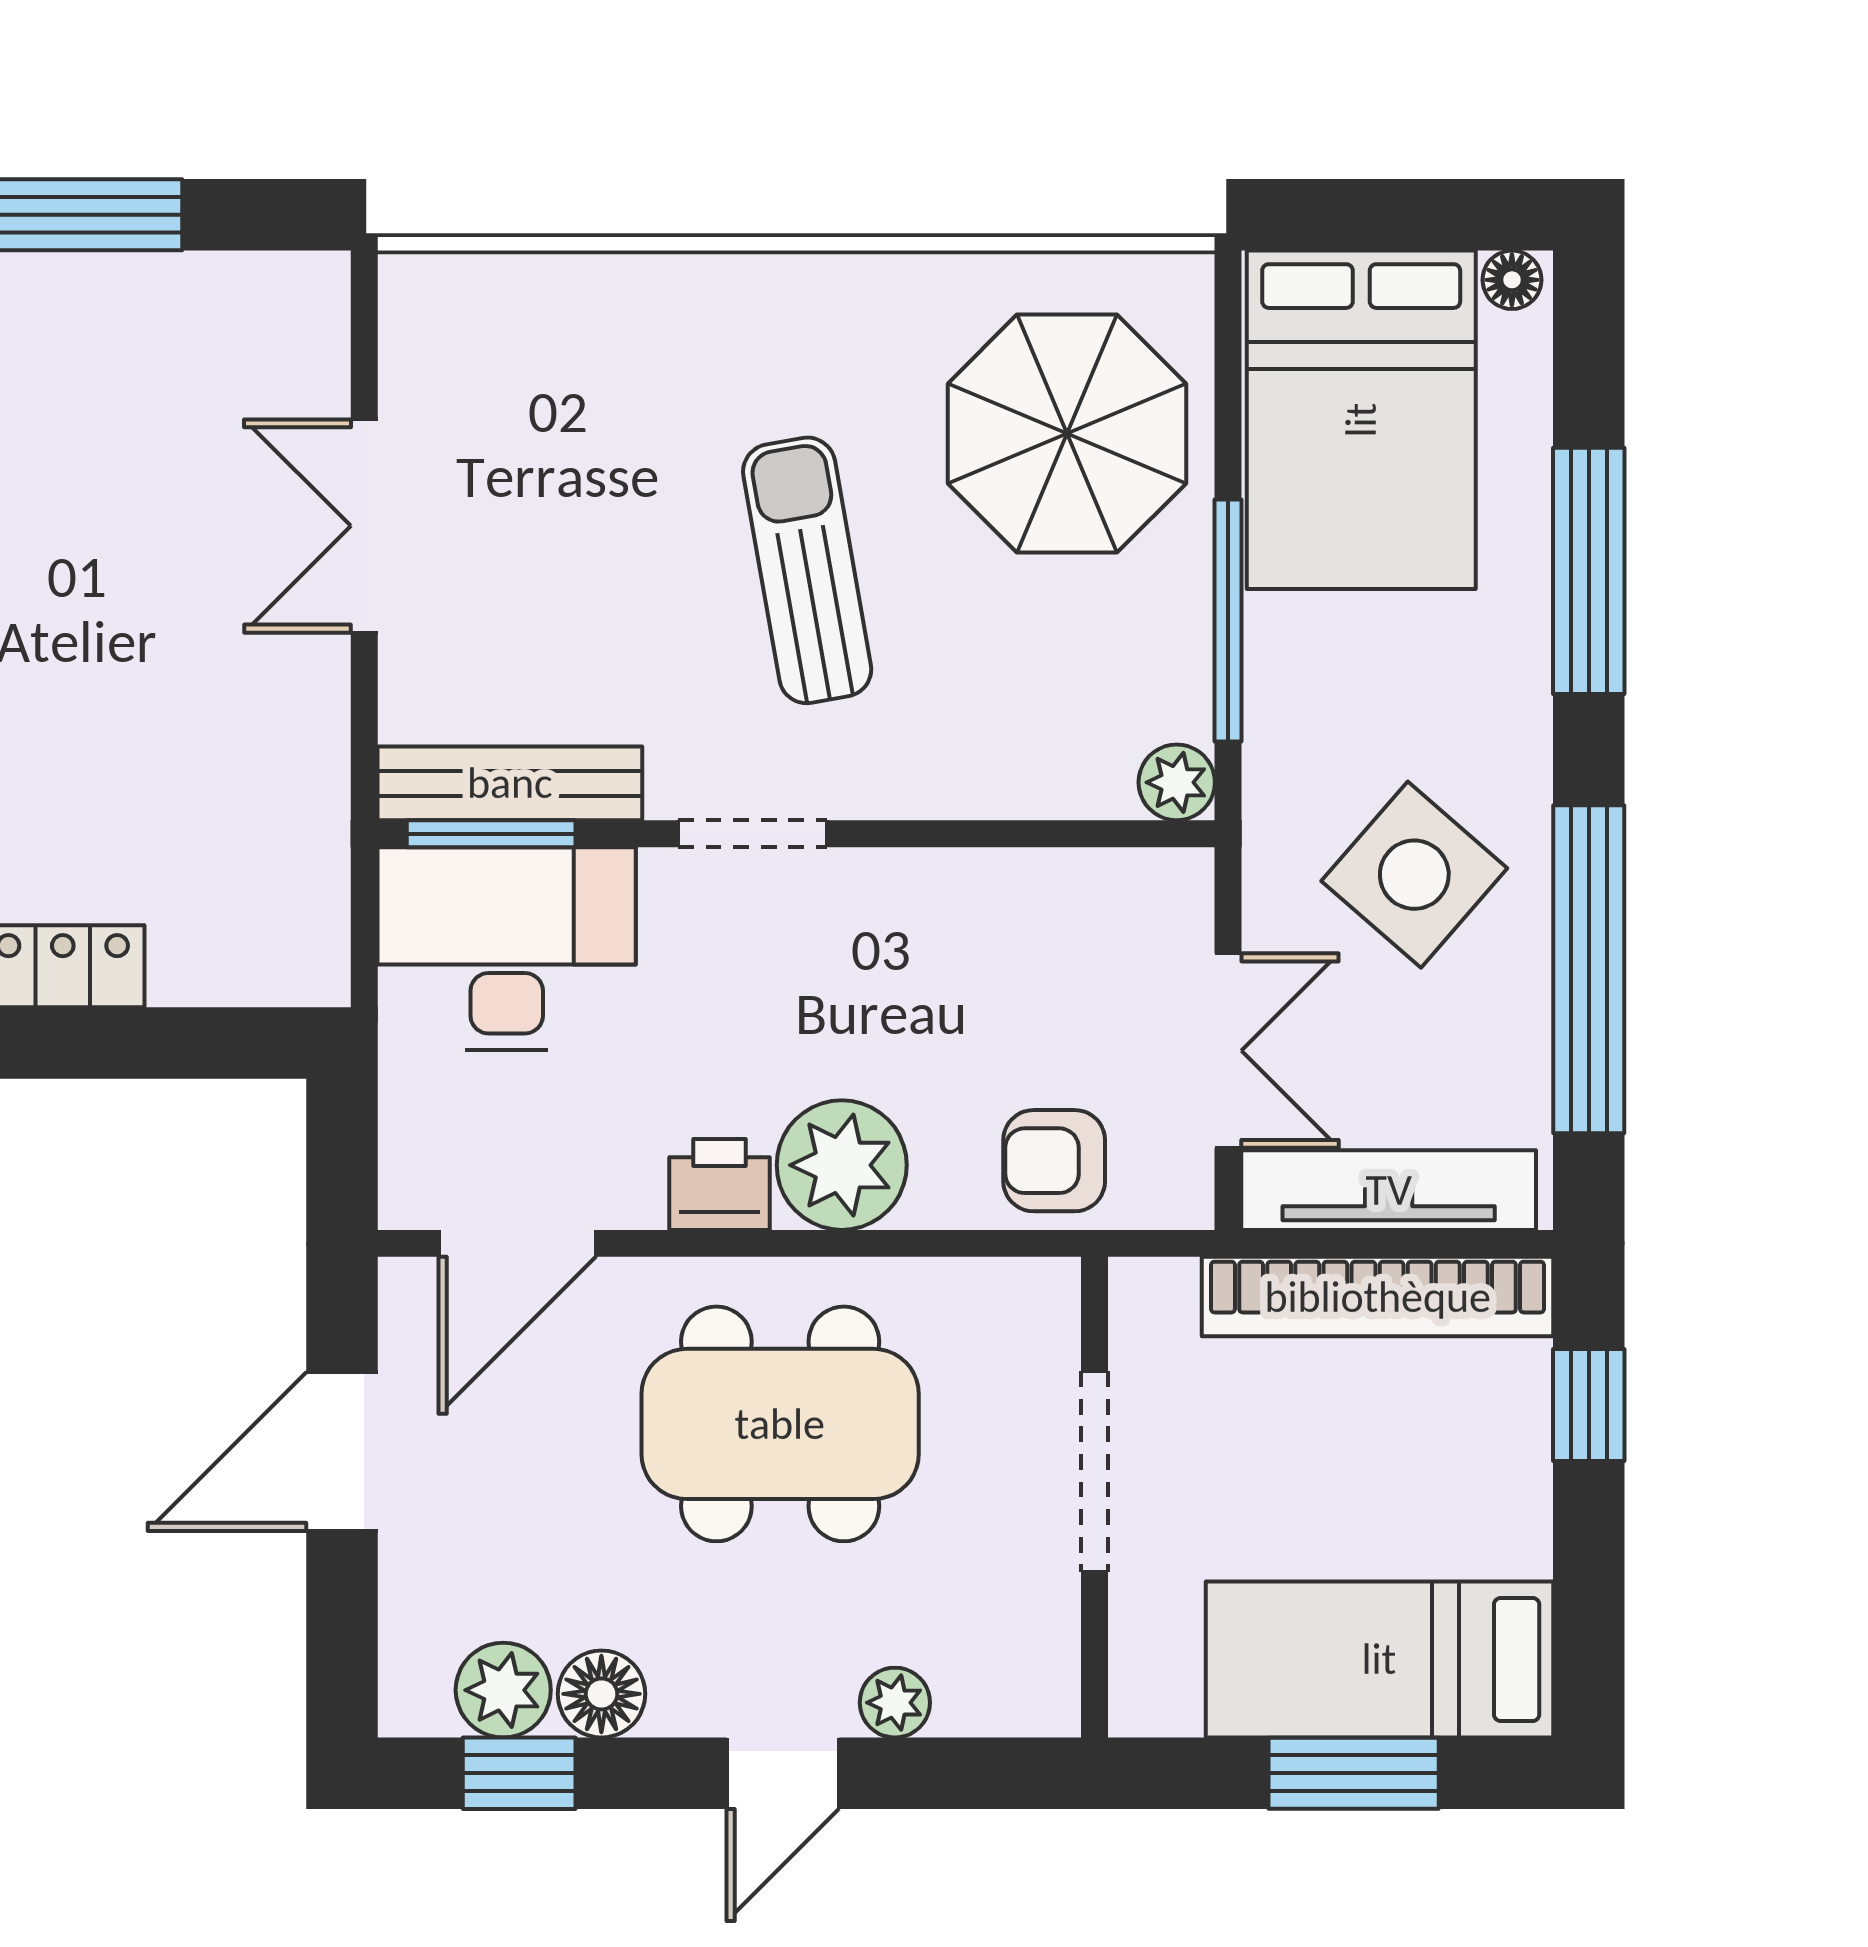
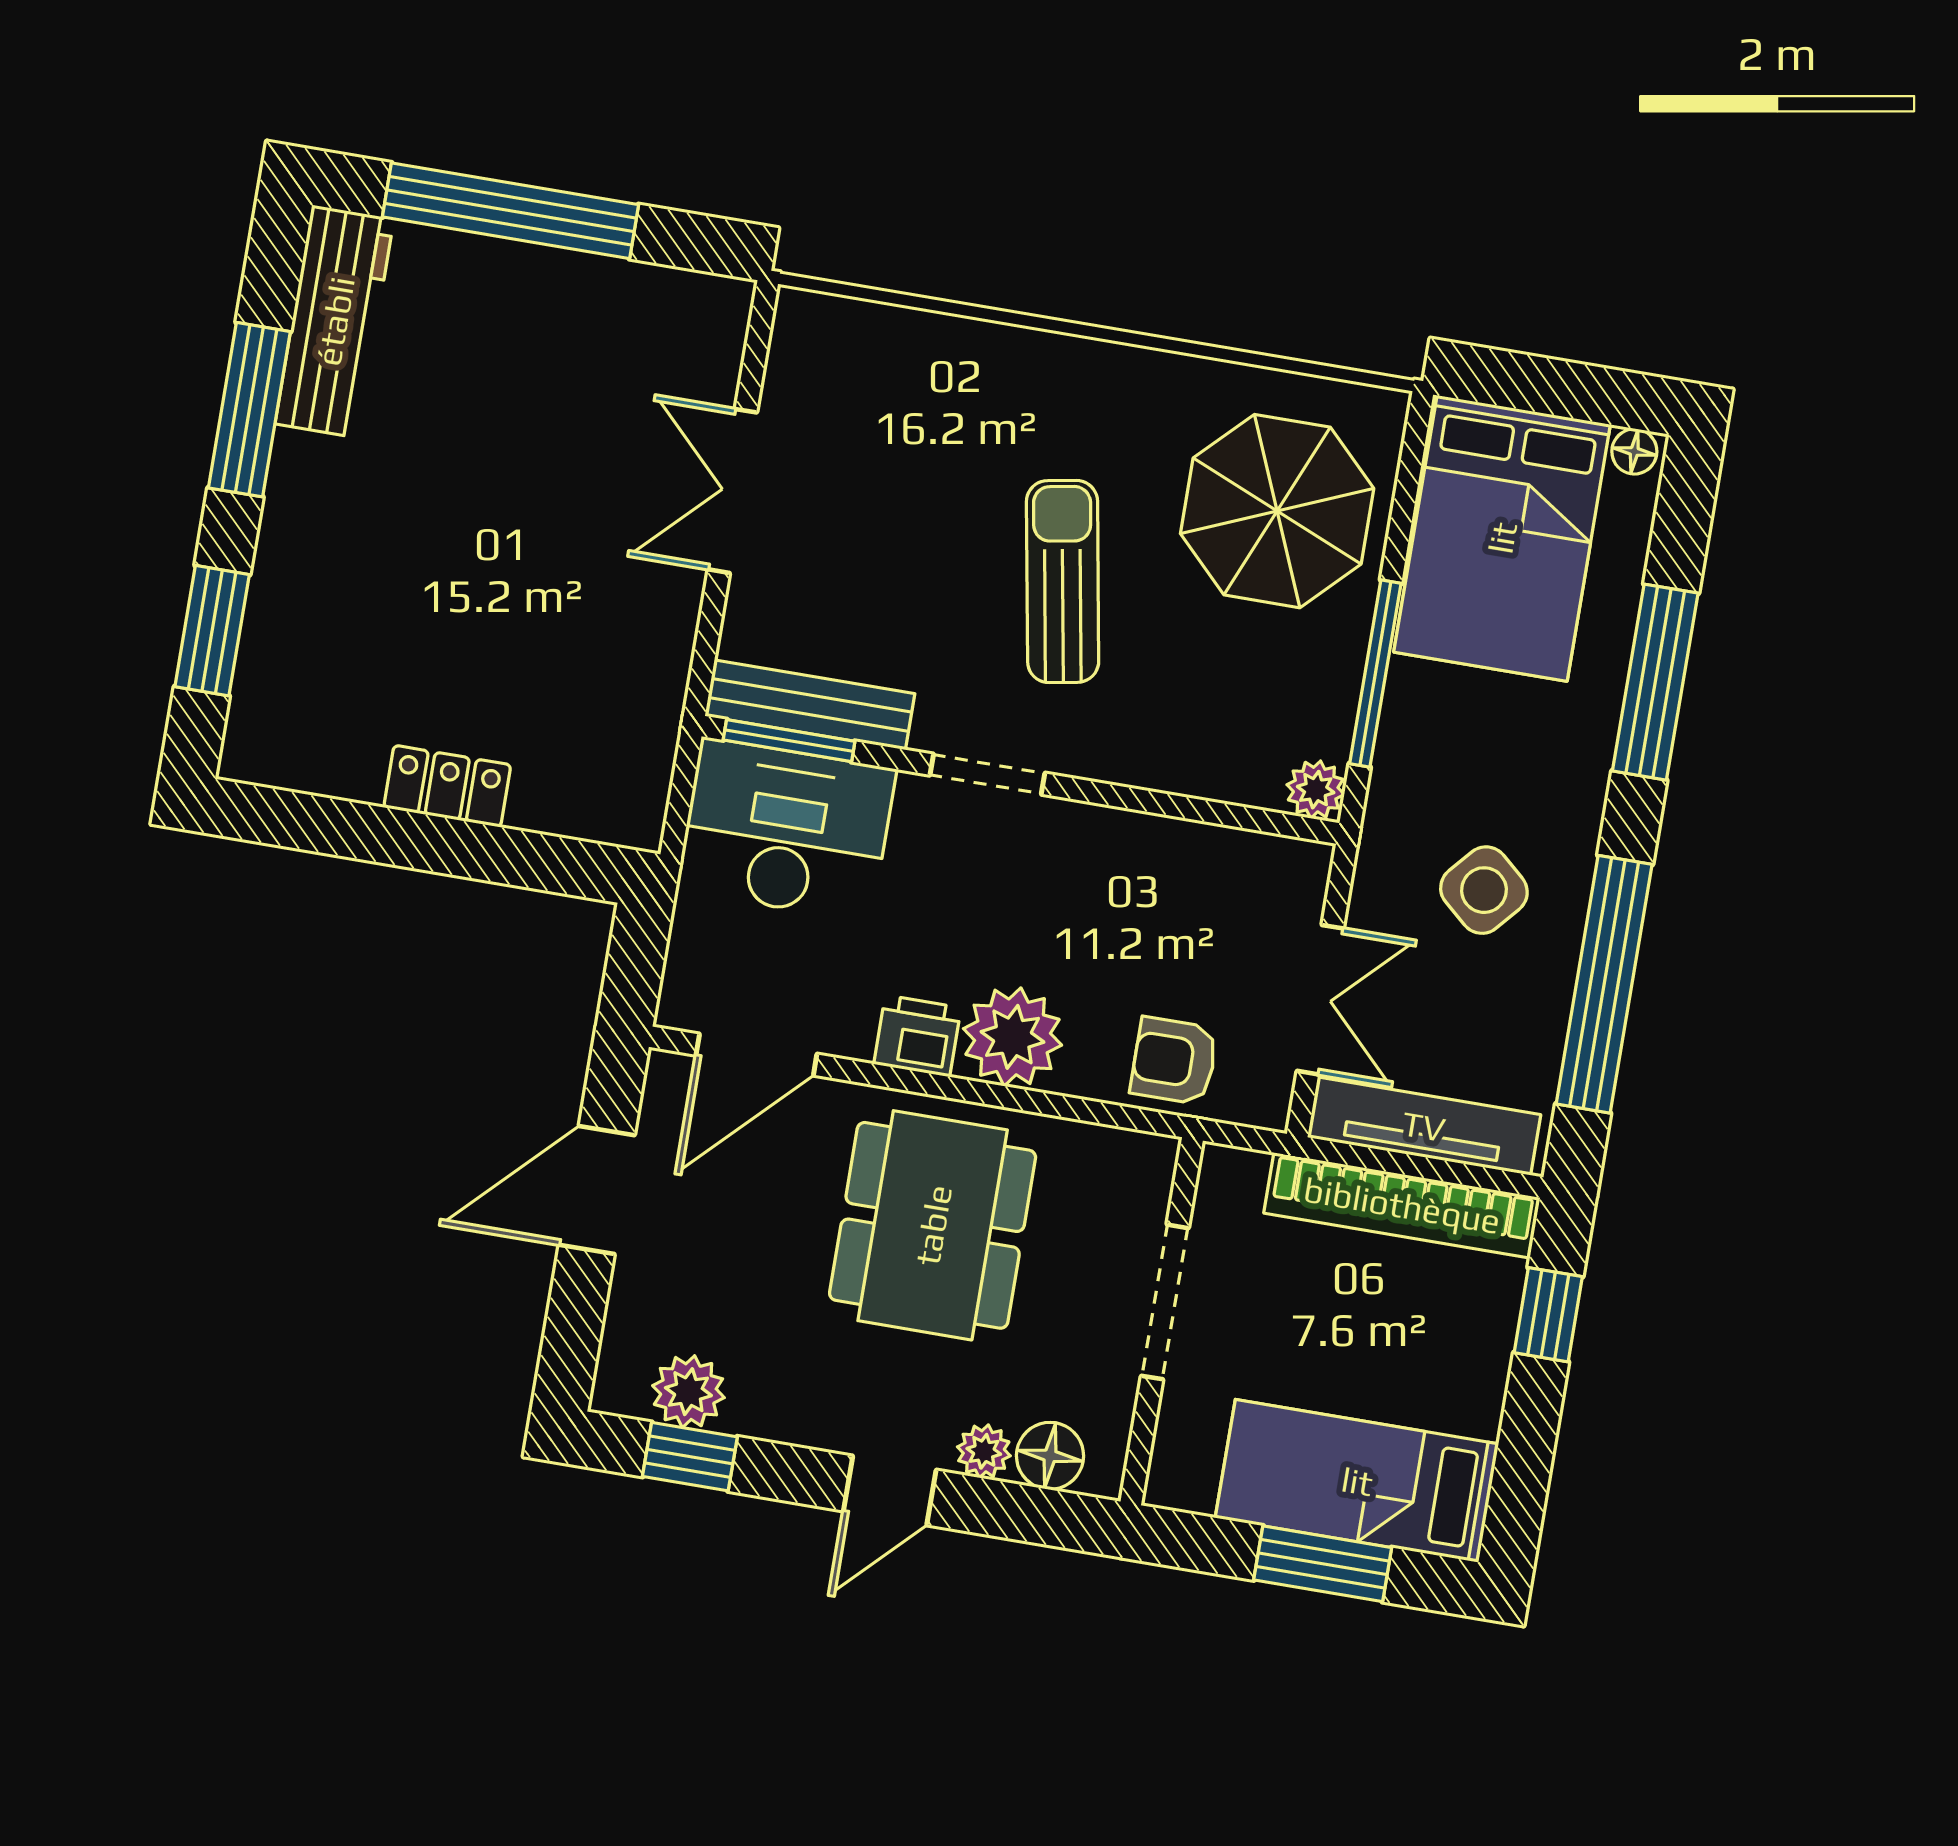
side table: (1414, 875) -> (1484, 890), width x0.73, depth x0.73
dining table: (780, 1424) -> (933, 1225), turned 90
floor lamp: (601, 1694) -> (1050, 1456), moved

